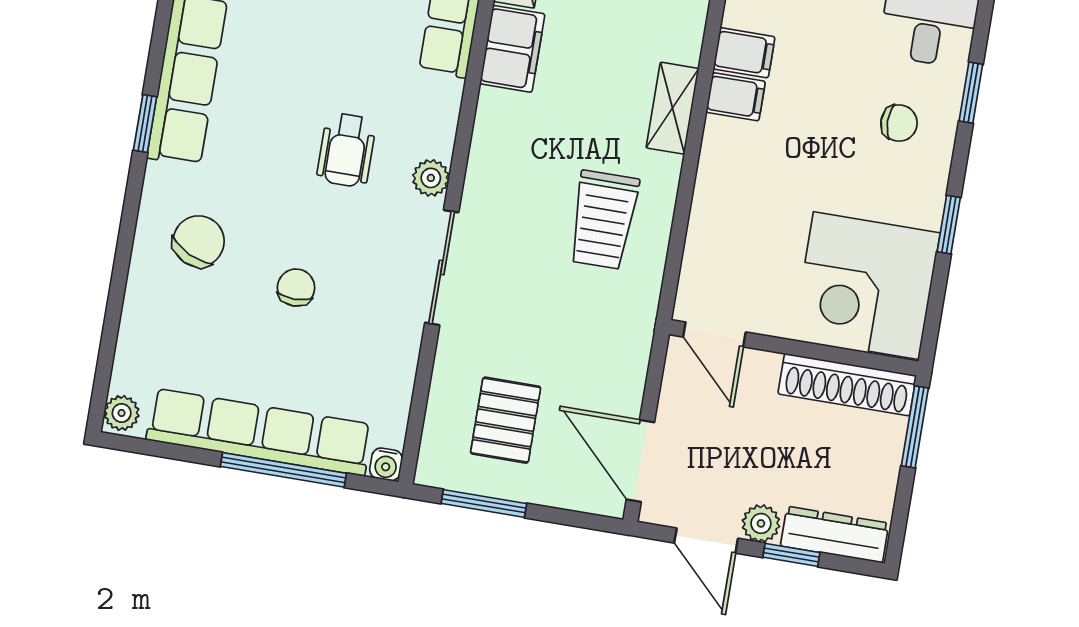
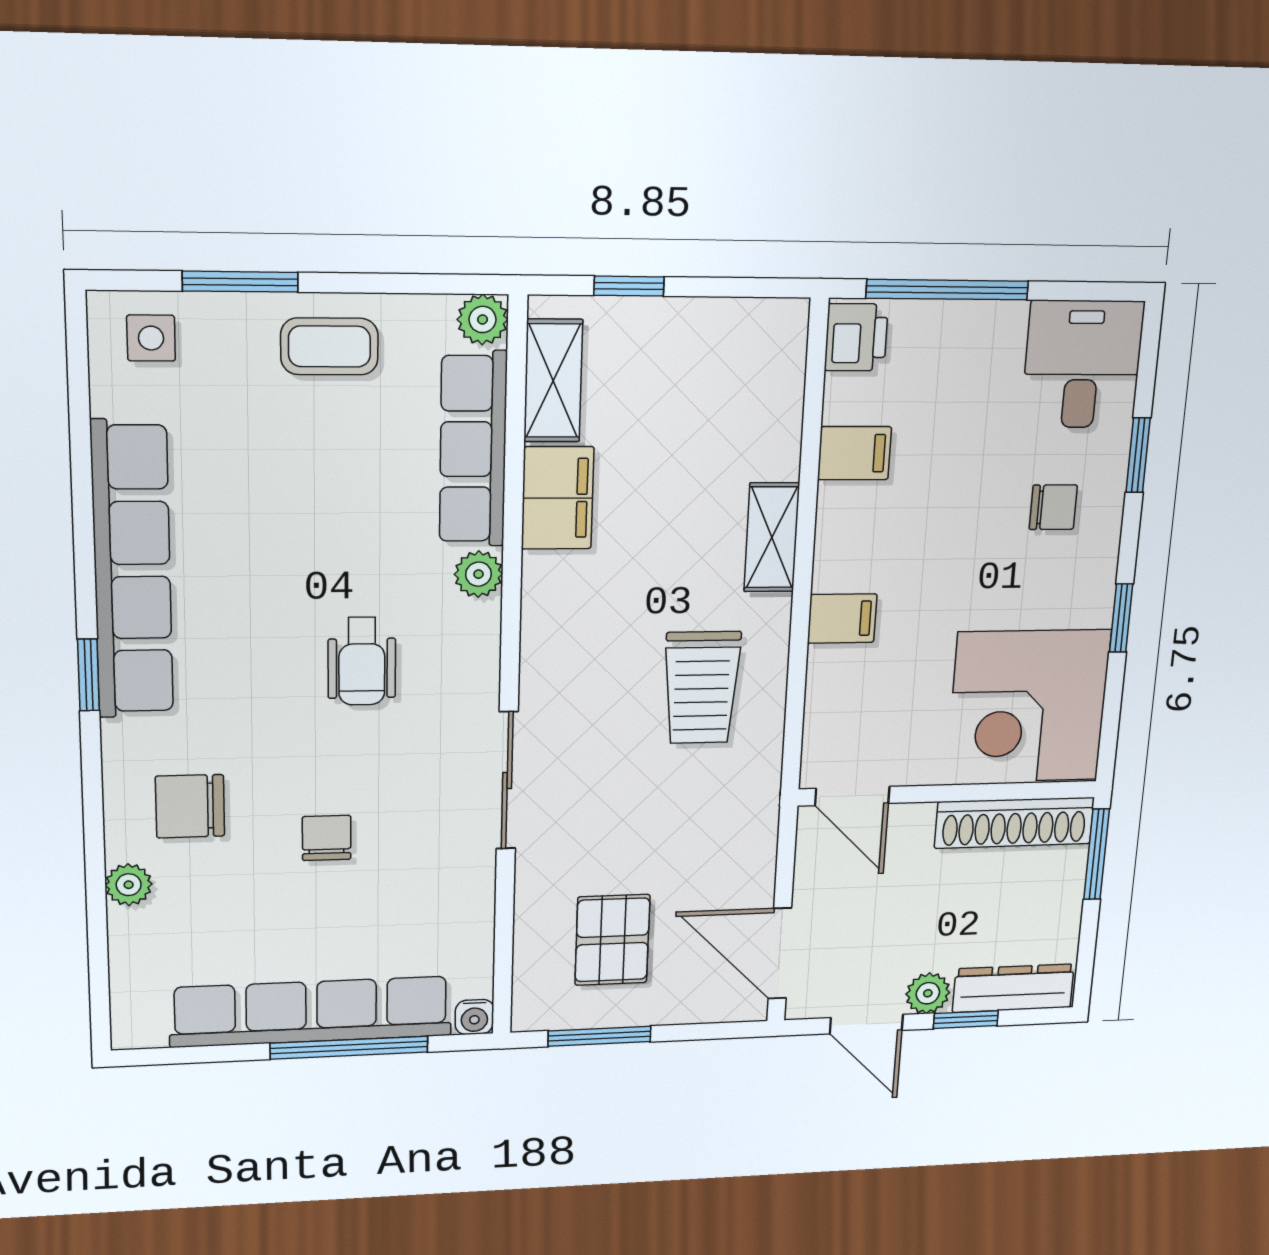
filing cabinet: (736, 97) -> (842, 619), moved
plant: (431, 178) -> (478, 574), moved
chair: (199, 241) -> (190, 806), turned -116
plant: (122, 413) -> (129, 885), moved

